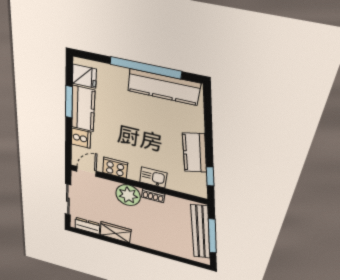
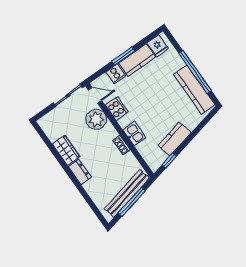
window: (69, 102) -> (123, 56), moved
plant: (128, 195) -> (96, 119), moved
sliding door: (68, 200) -> (68, 95), moved
dresser: (87, 226) -> (80, 172), moved

